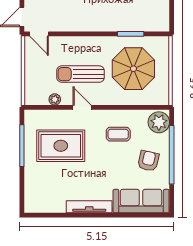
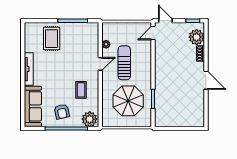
rug: (61, 146) -> (52, 39), moved, width x0.73, depth x0.70
armchair: (148, 161) -> (62, 112), turned 64

